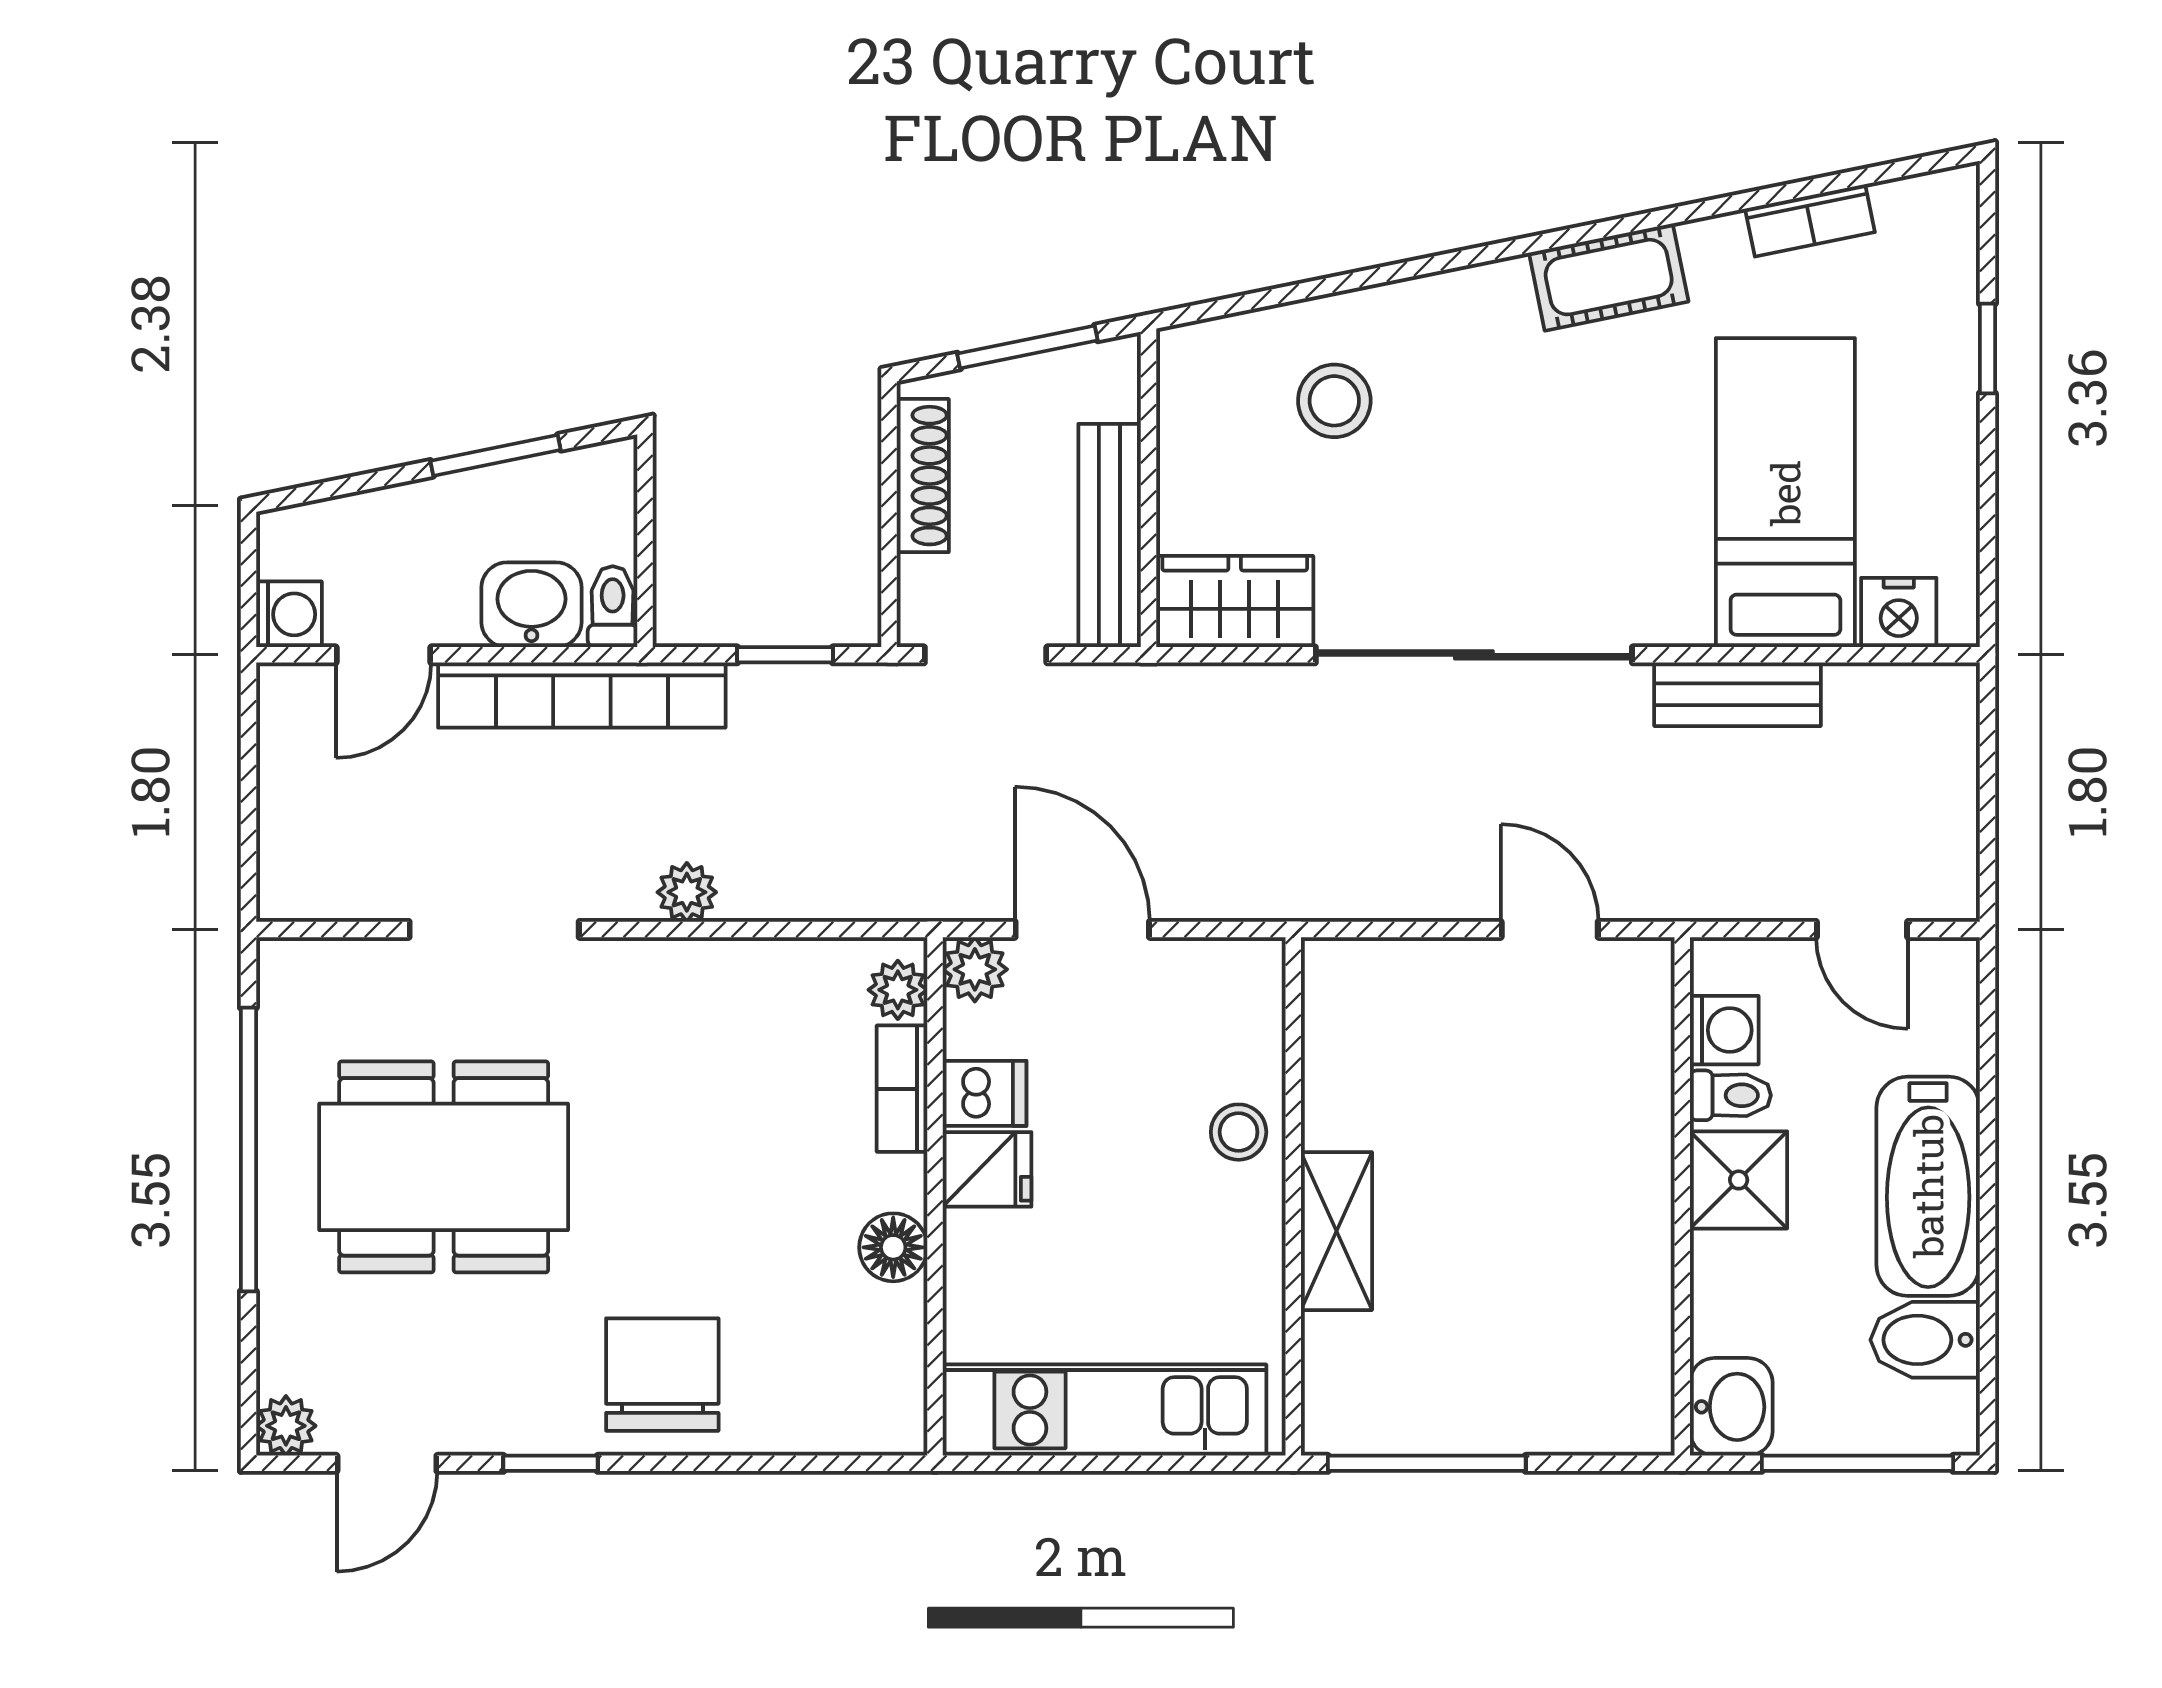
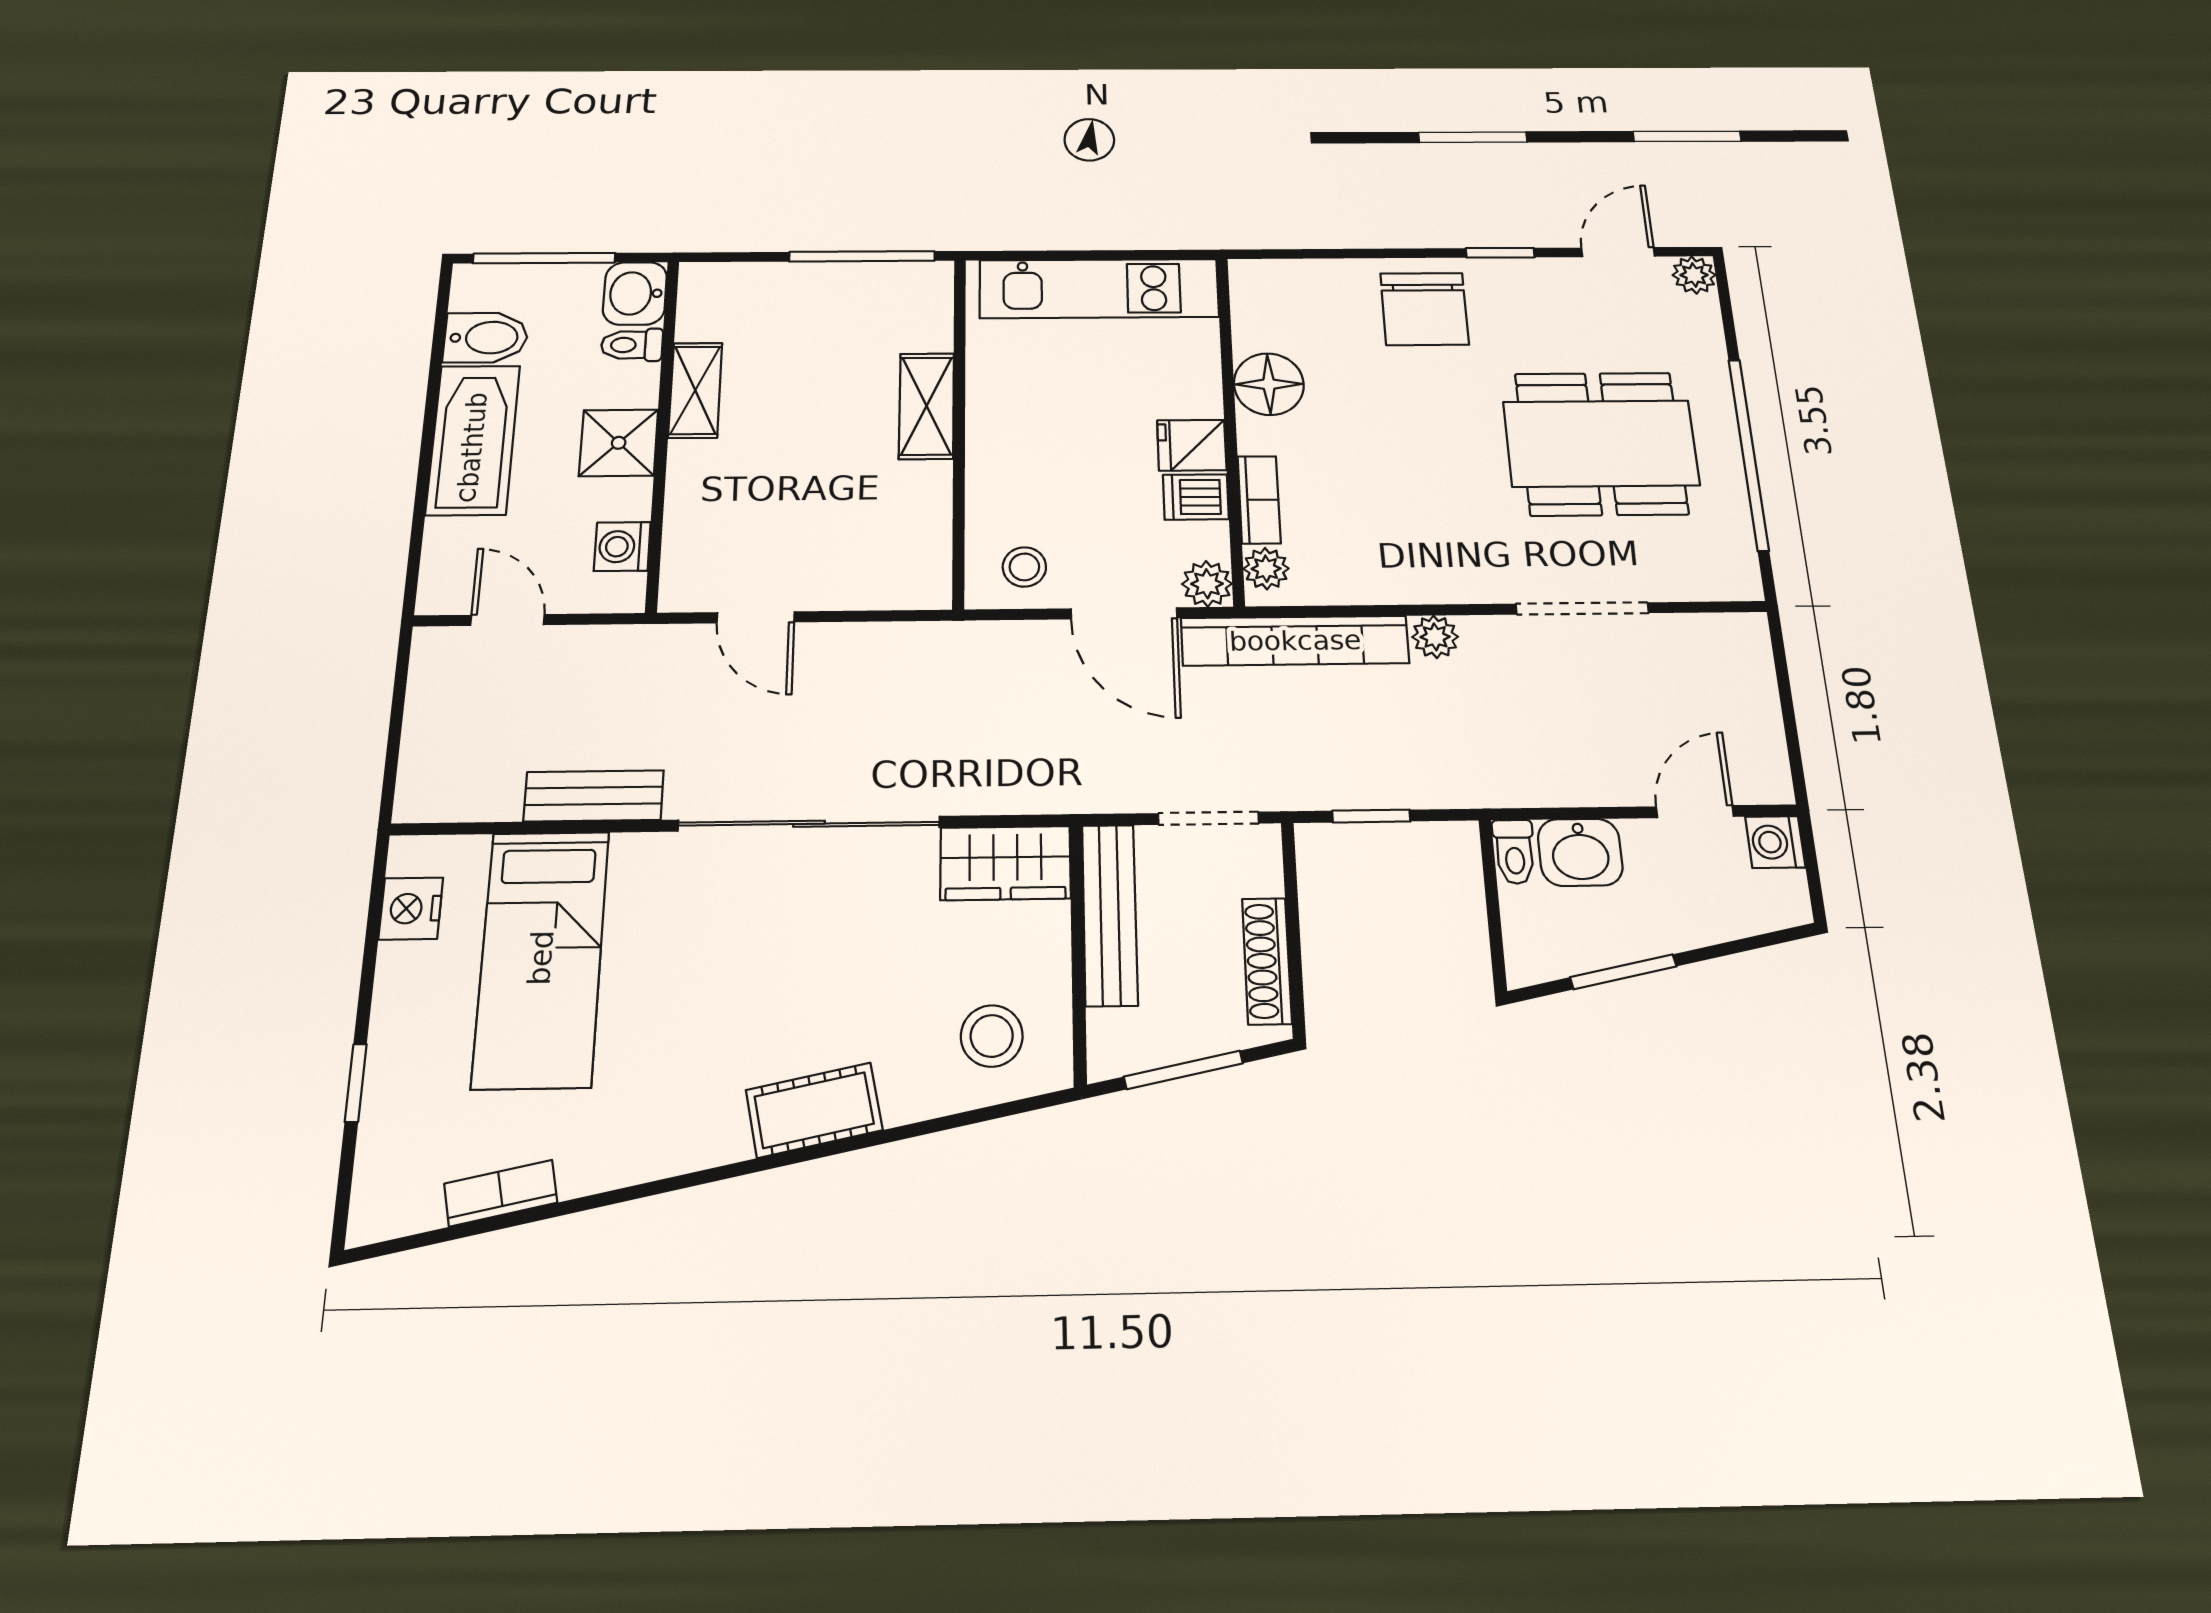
cot: (1609, 277) -> (814, 1110), moved
stool: (1334, 401) -> (992, 1036), moved
nightstand: (1899, 613) -> (411, 909), moved, turned -90
bookcase: (582, 695) -> (1295, 641), moved, turned 180
toilet: (1730, 1095) -> (632, 345), moved
stool: (1239, 1132) -> (1024, 567), moved
floor lamp: (893, 1247) -> (1269, 384), width x1.38, depth x1.38
shelving: (1643, 1257) -> (695, 390), added

